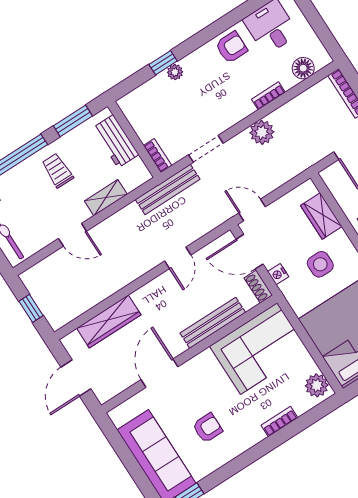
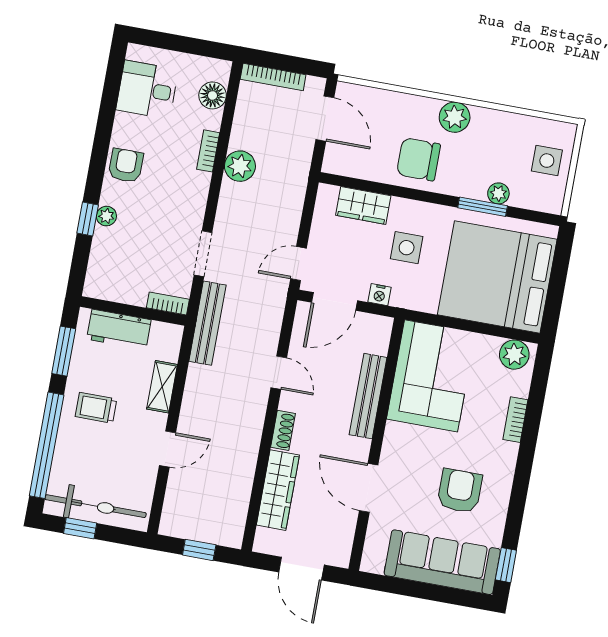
armchair: (231, 47) -> (126, 166), moved
plant: (262, 132) -> (240, 166), moved
shoe rack: (258, 287) -> (283, 430), moved, turned -90
armchair: (208, 428) -> (460, 491), width x1.38, depth x1.38

